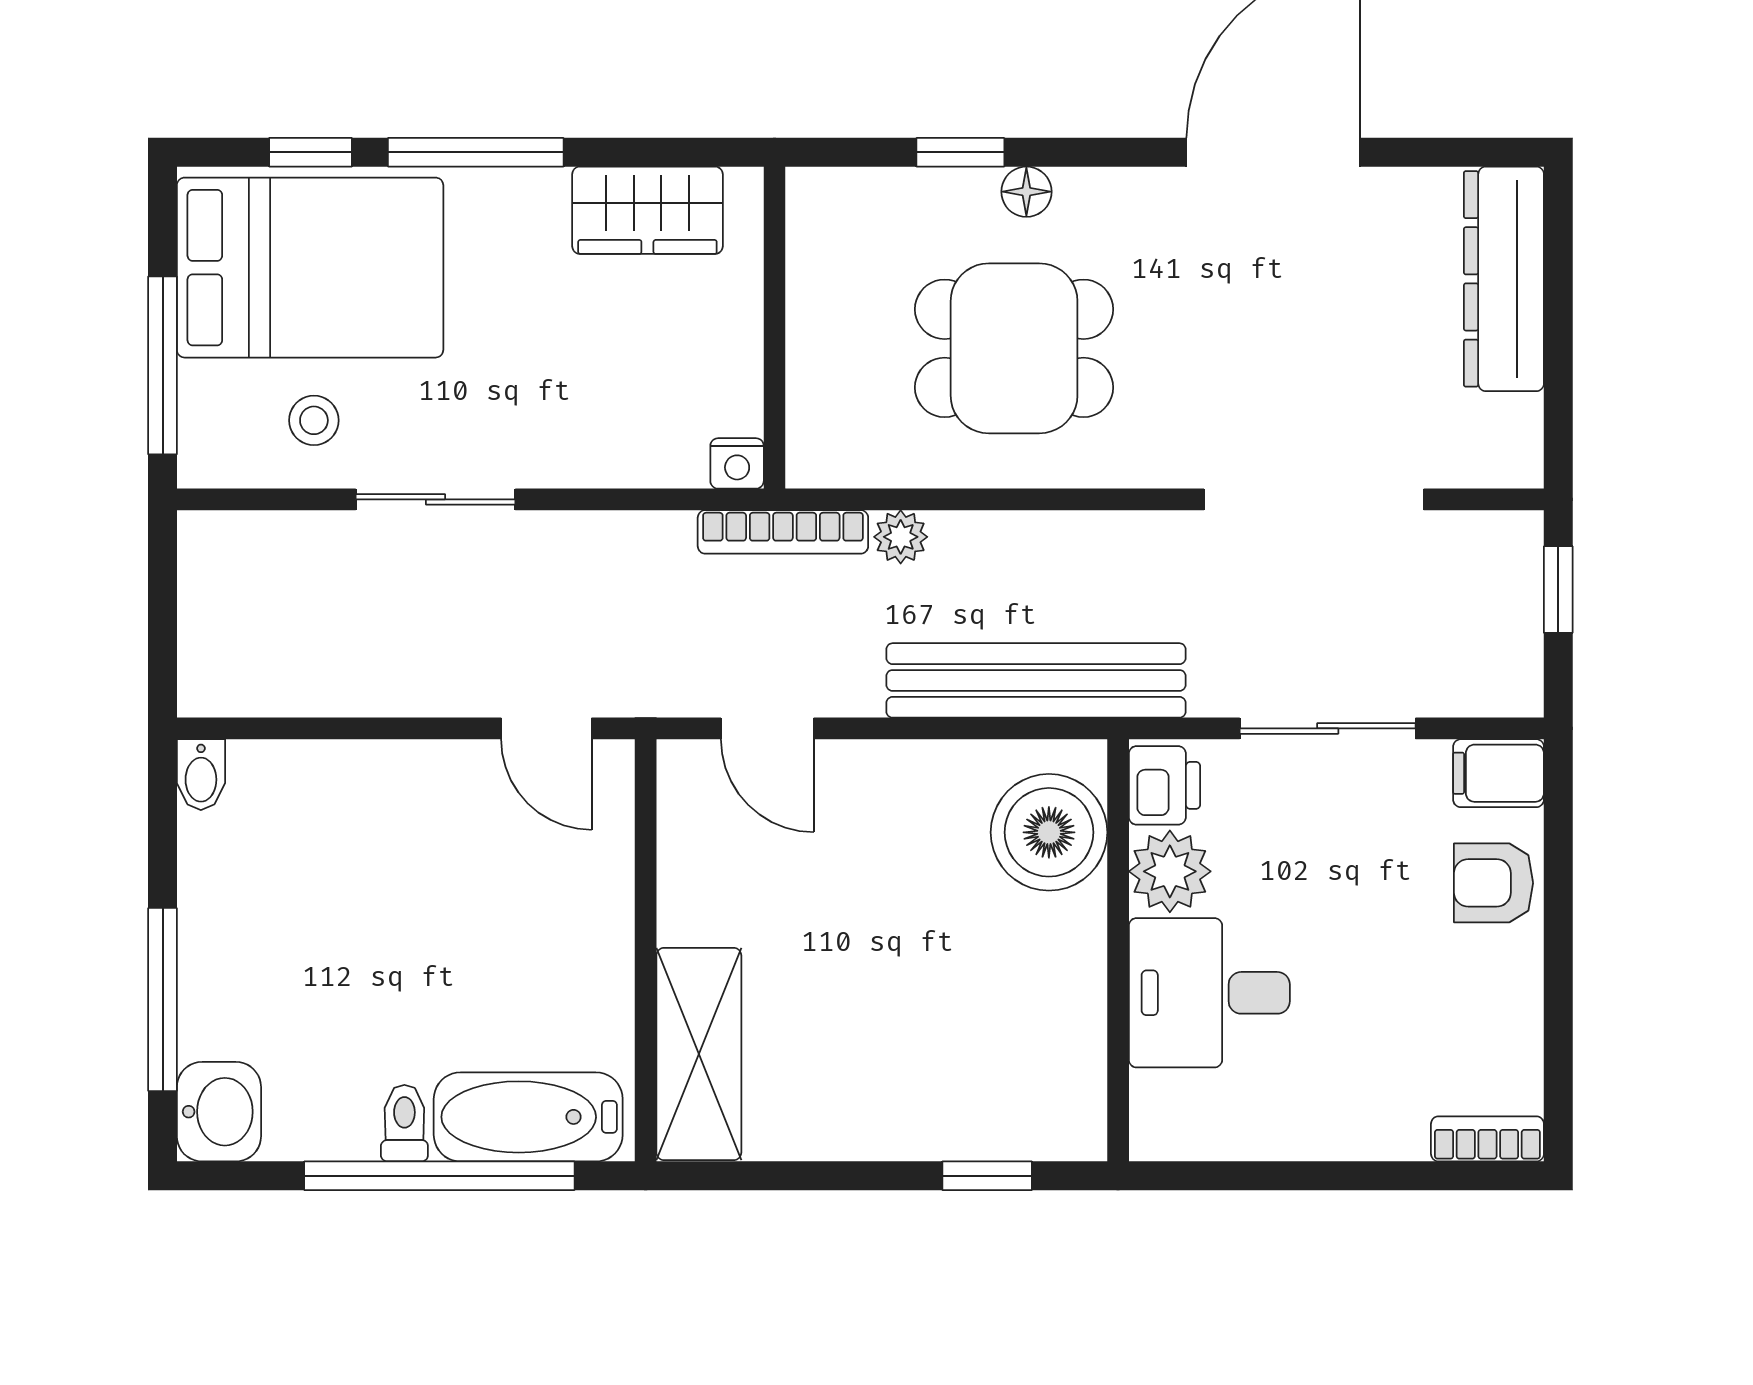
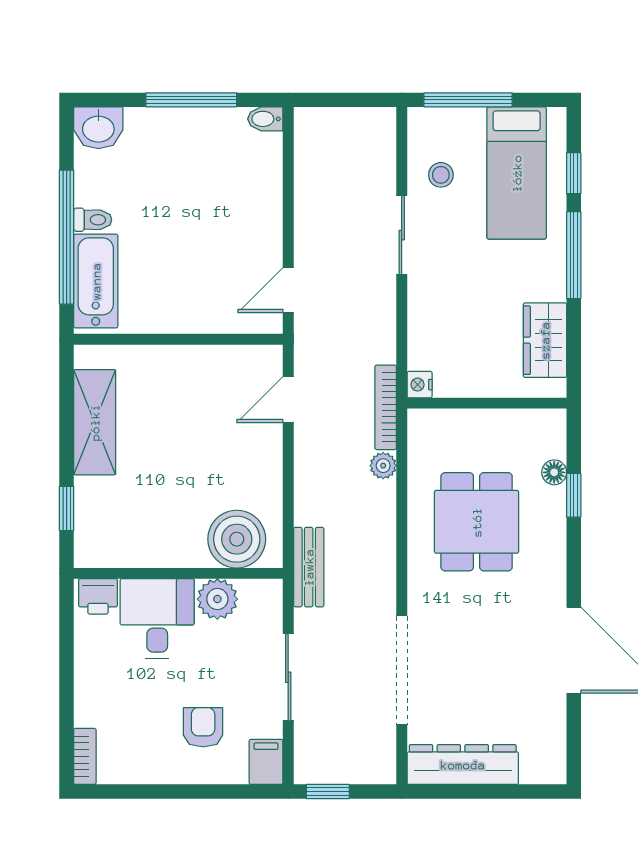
floor lamp: (1026, 192) -> (554, 472), moved
bed: (310, 268) -> (517, 173), width x0.67
dresser: (1504, 279) -> (463, 765), moved
window: (1558, 590) -> (328, 791), moved
bench: (1036, 680) -> (309, 567), width x0.54, depth x0.82
printer: (1164, 785) -> (98, 596), moved
armchair: (1494, 883) -> (203, 727), moved
window: (163, 999) -> (191, 100), moved
shelving: (699, 1054) -> (95, 422), moved, turned 90

